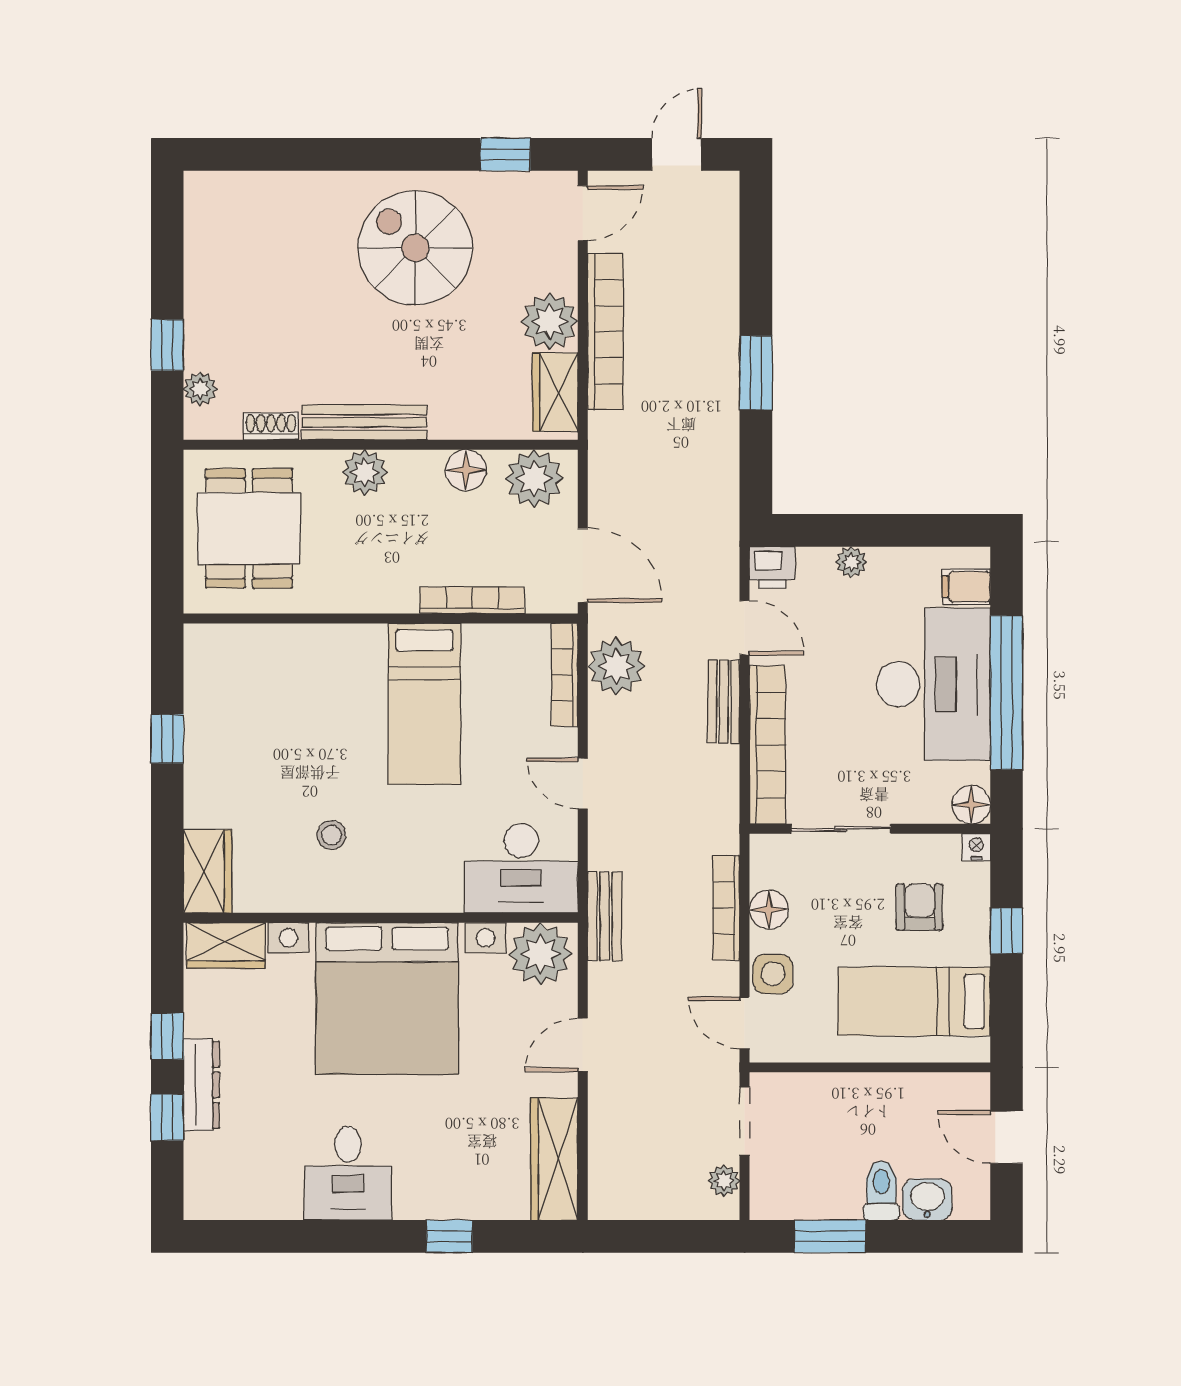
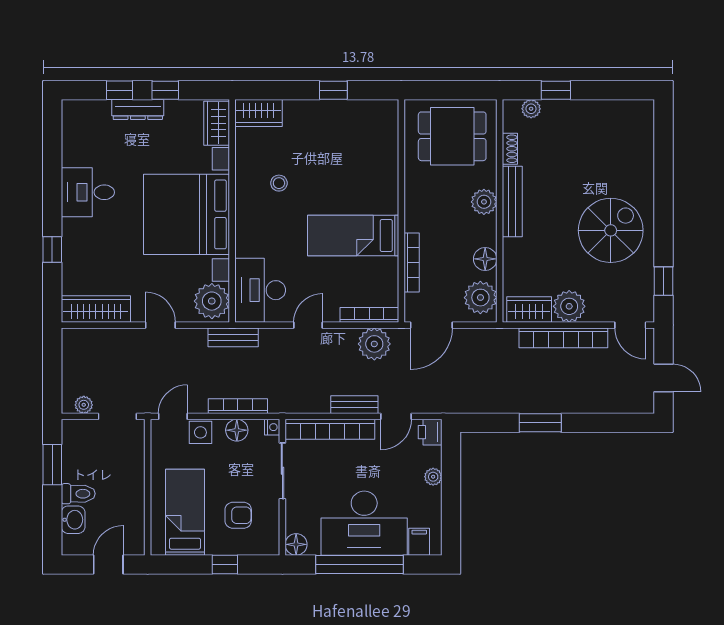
nightstand: (976, 847) -> (272, 427), moved

